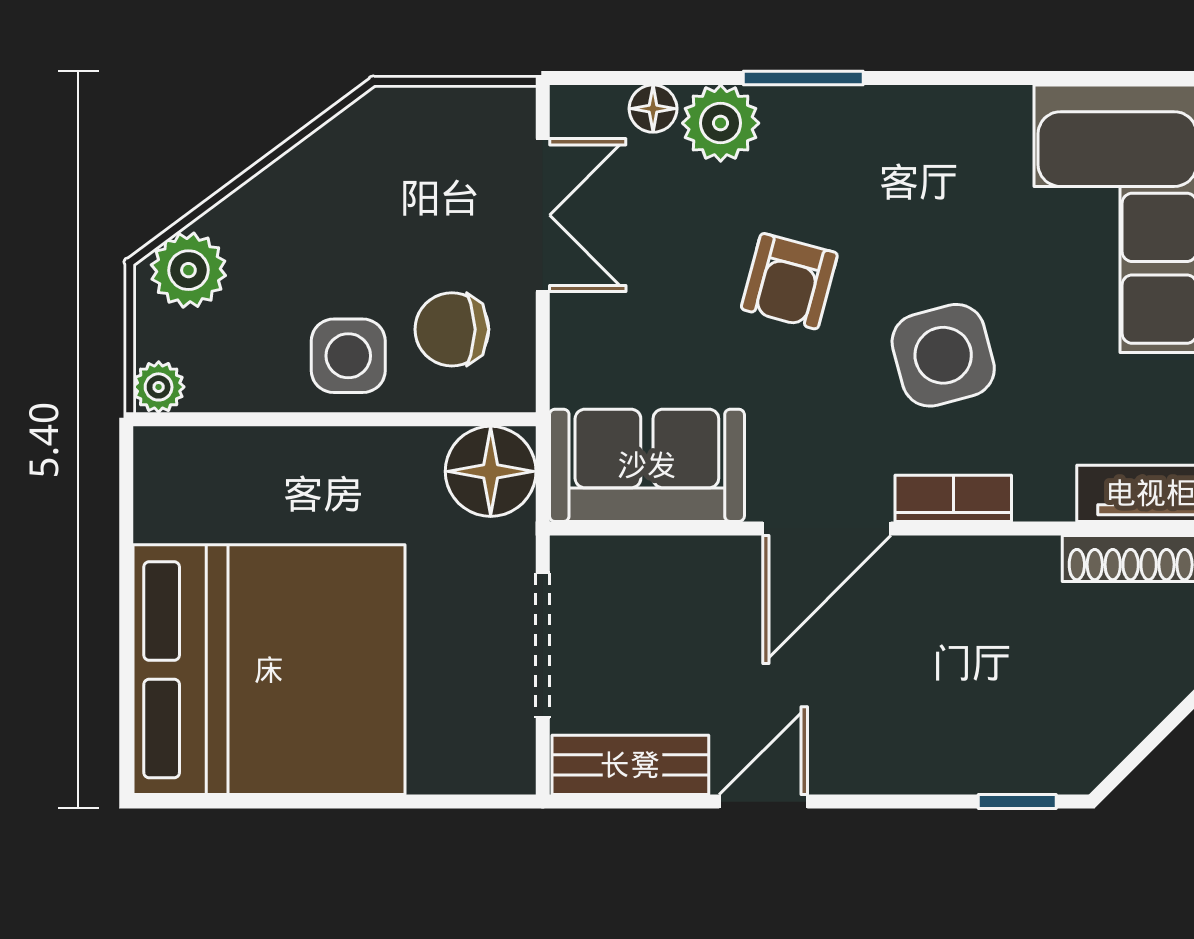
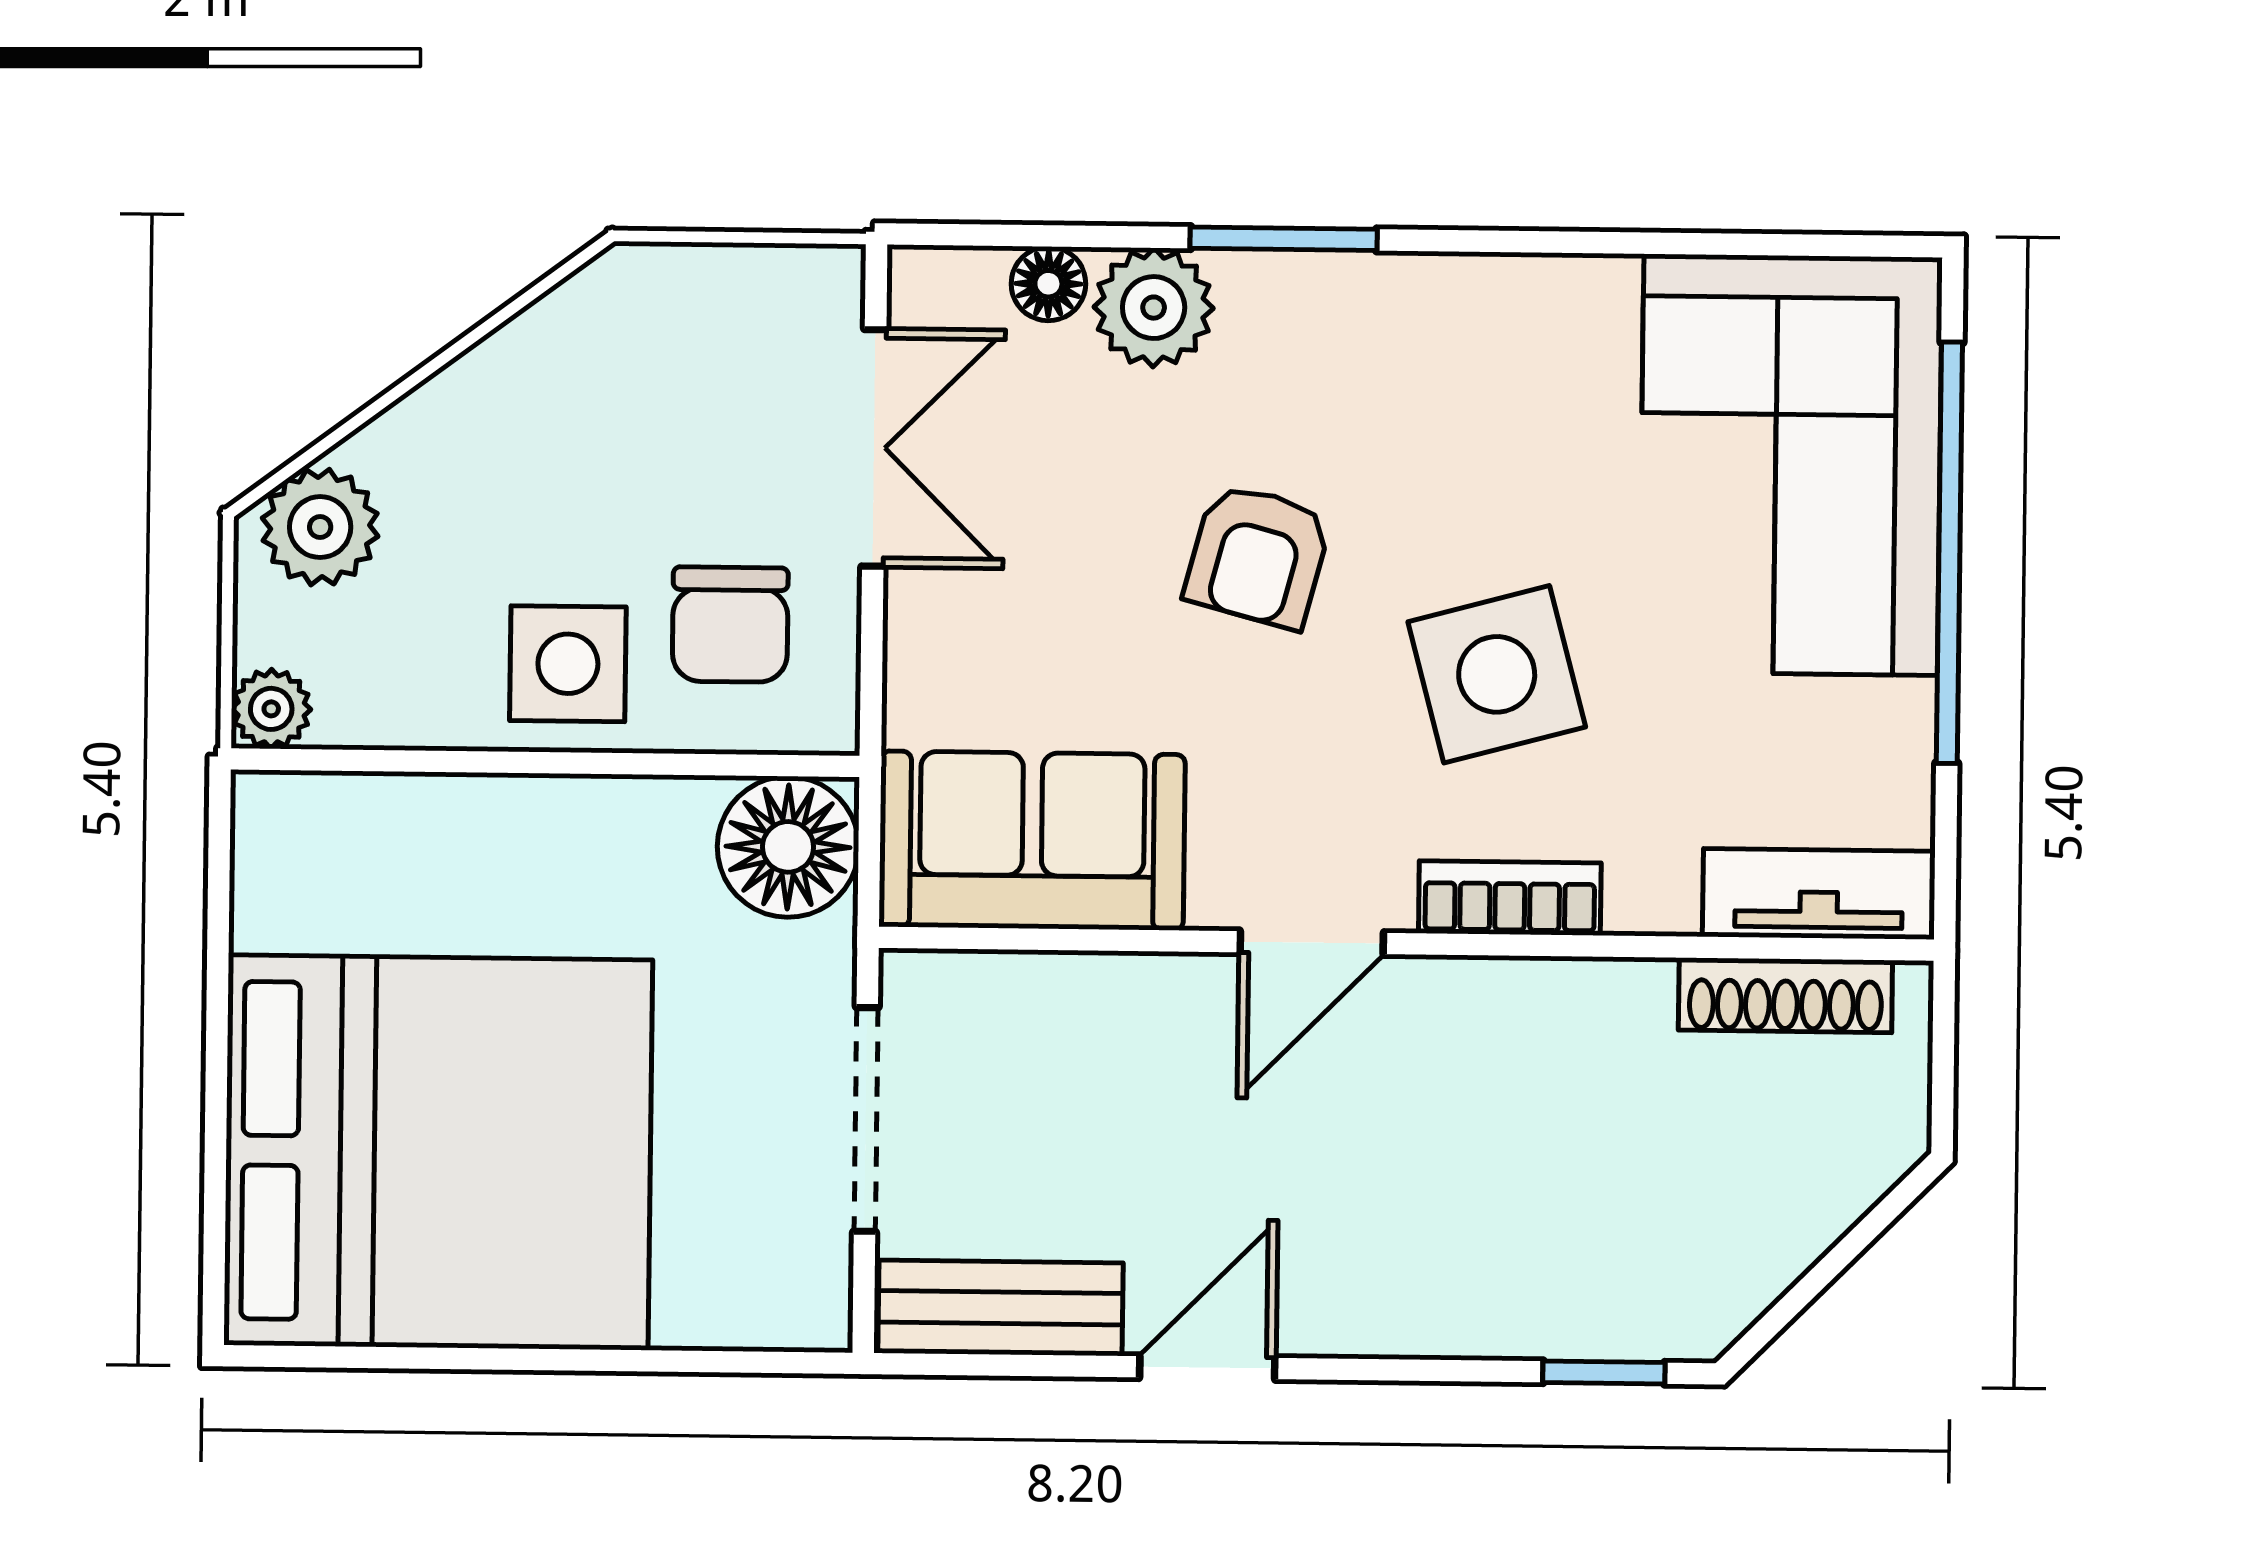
chair: (452, 329) -> (730, 625), turned -90
door: (827, 529) -> (1312, 943), width x0.73

